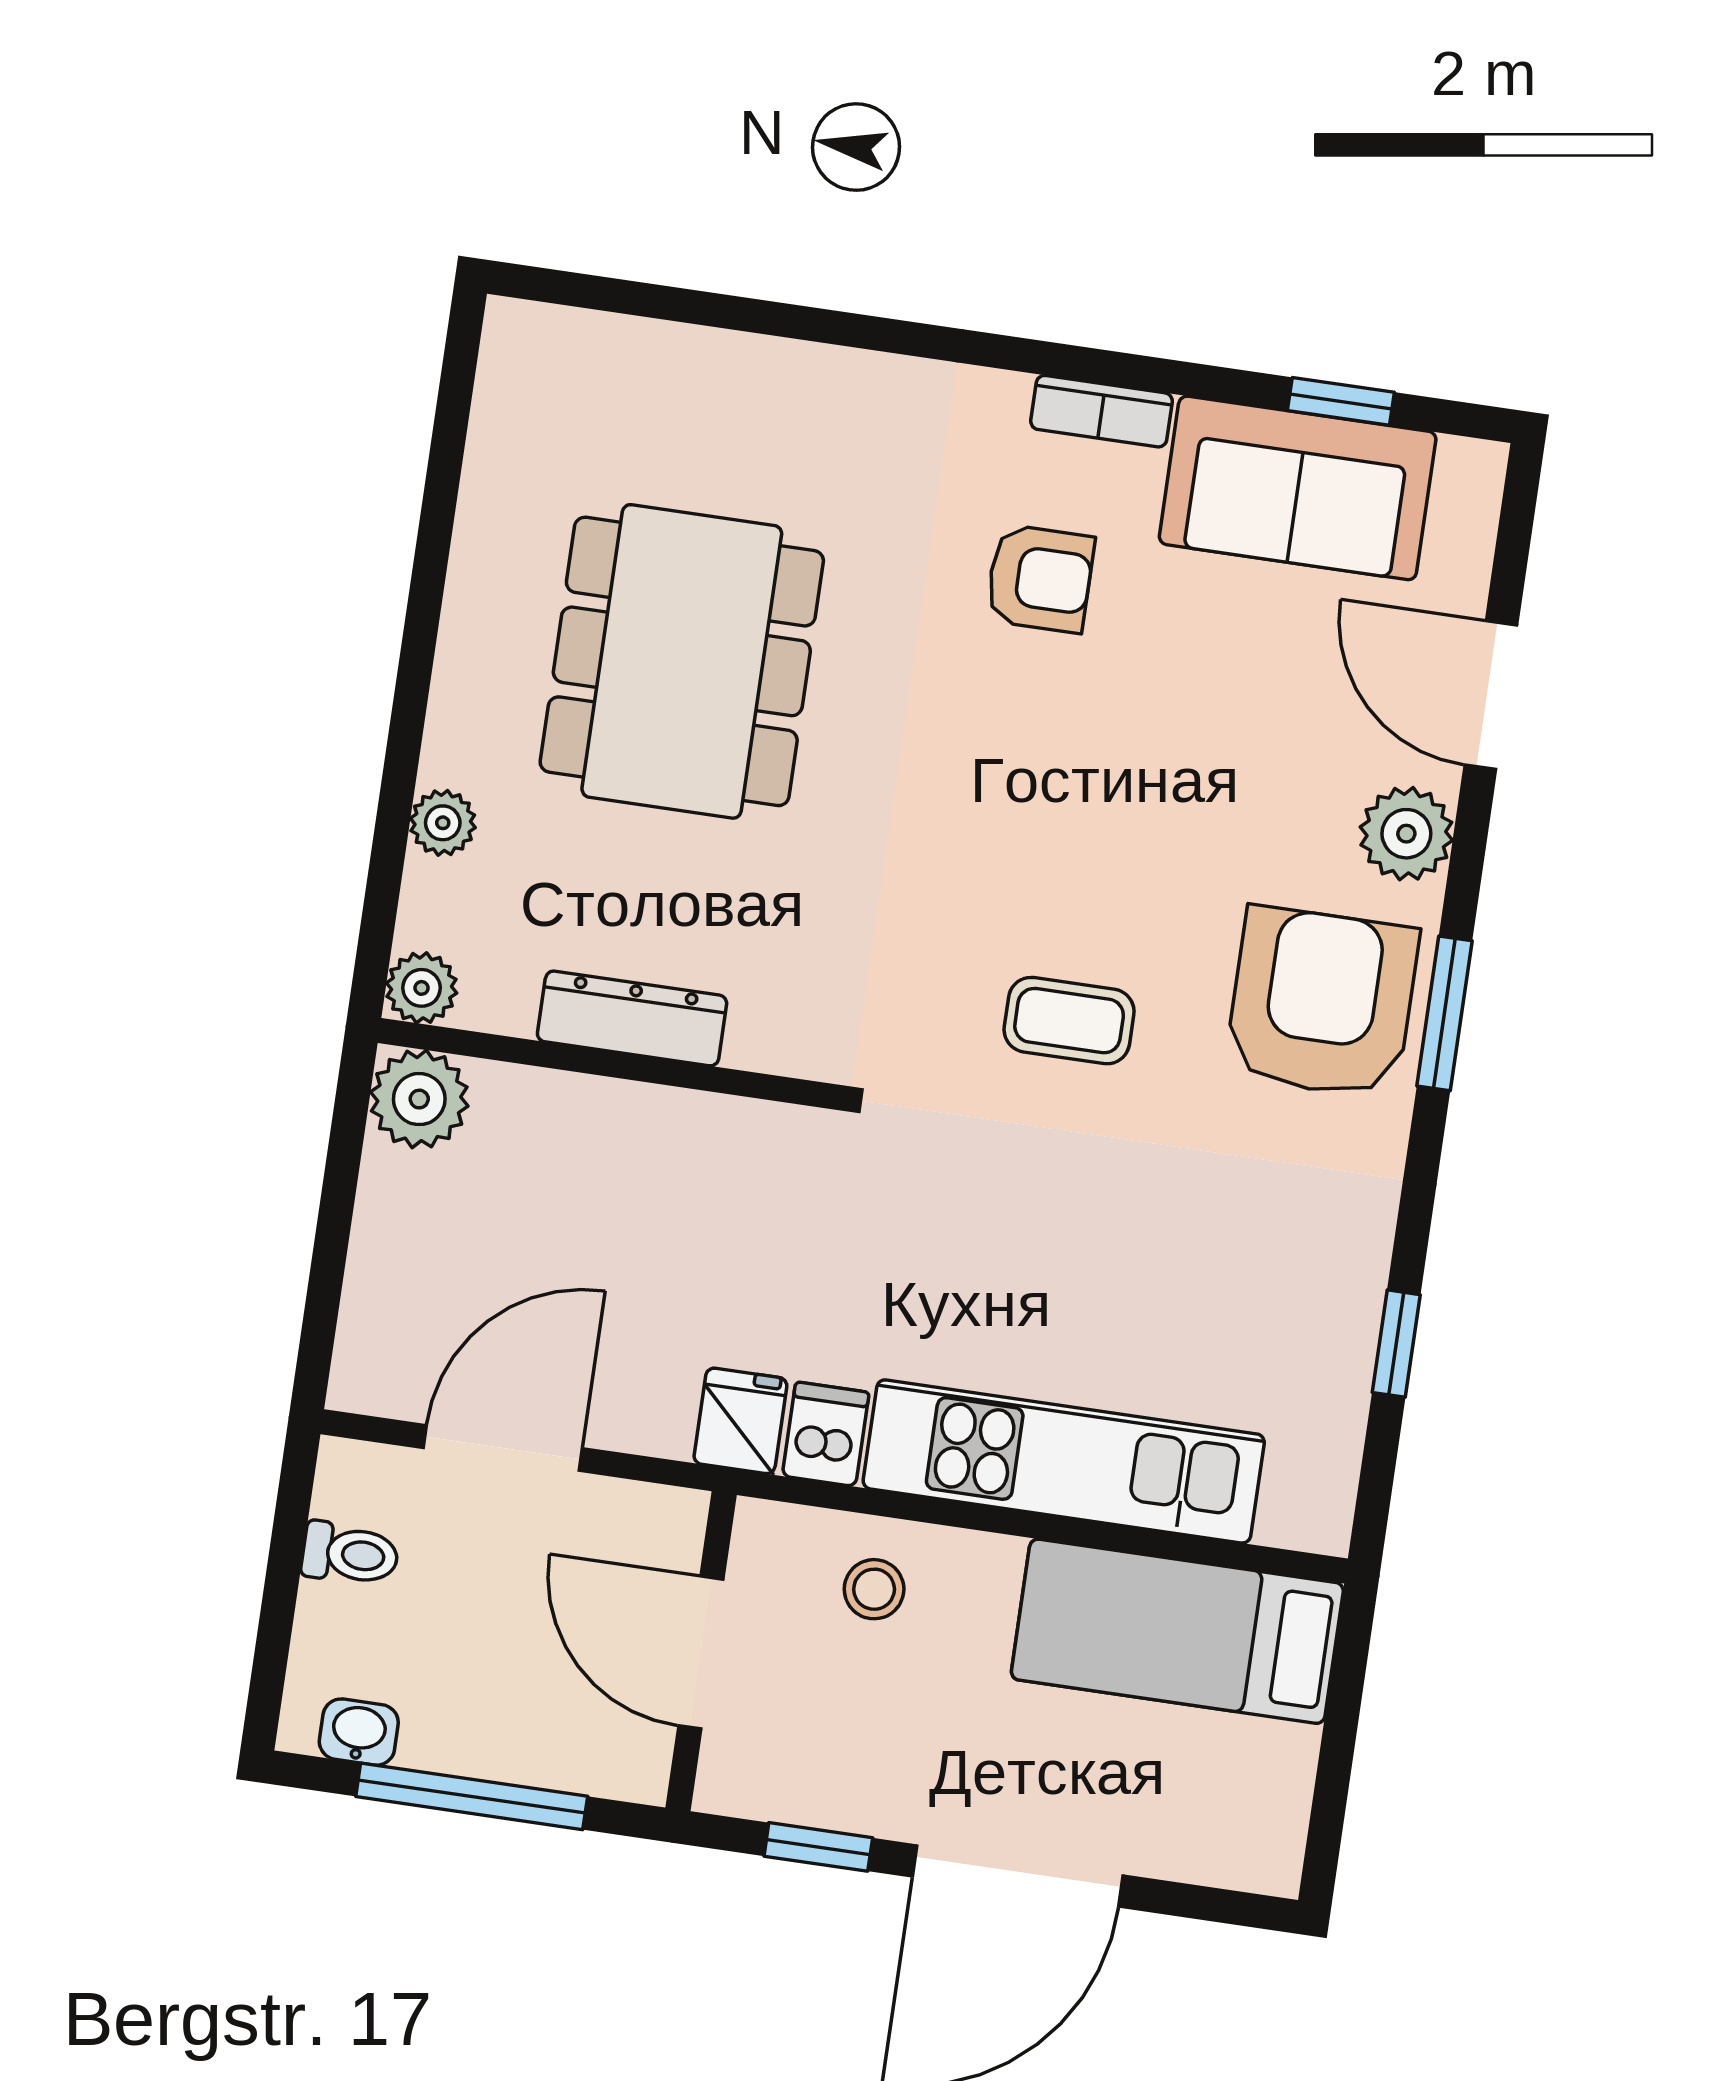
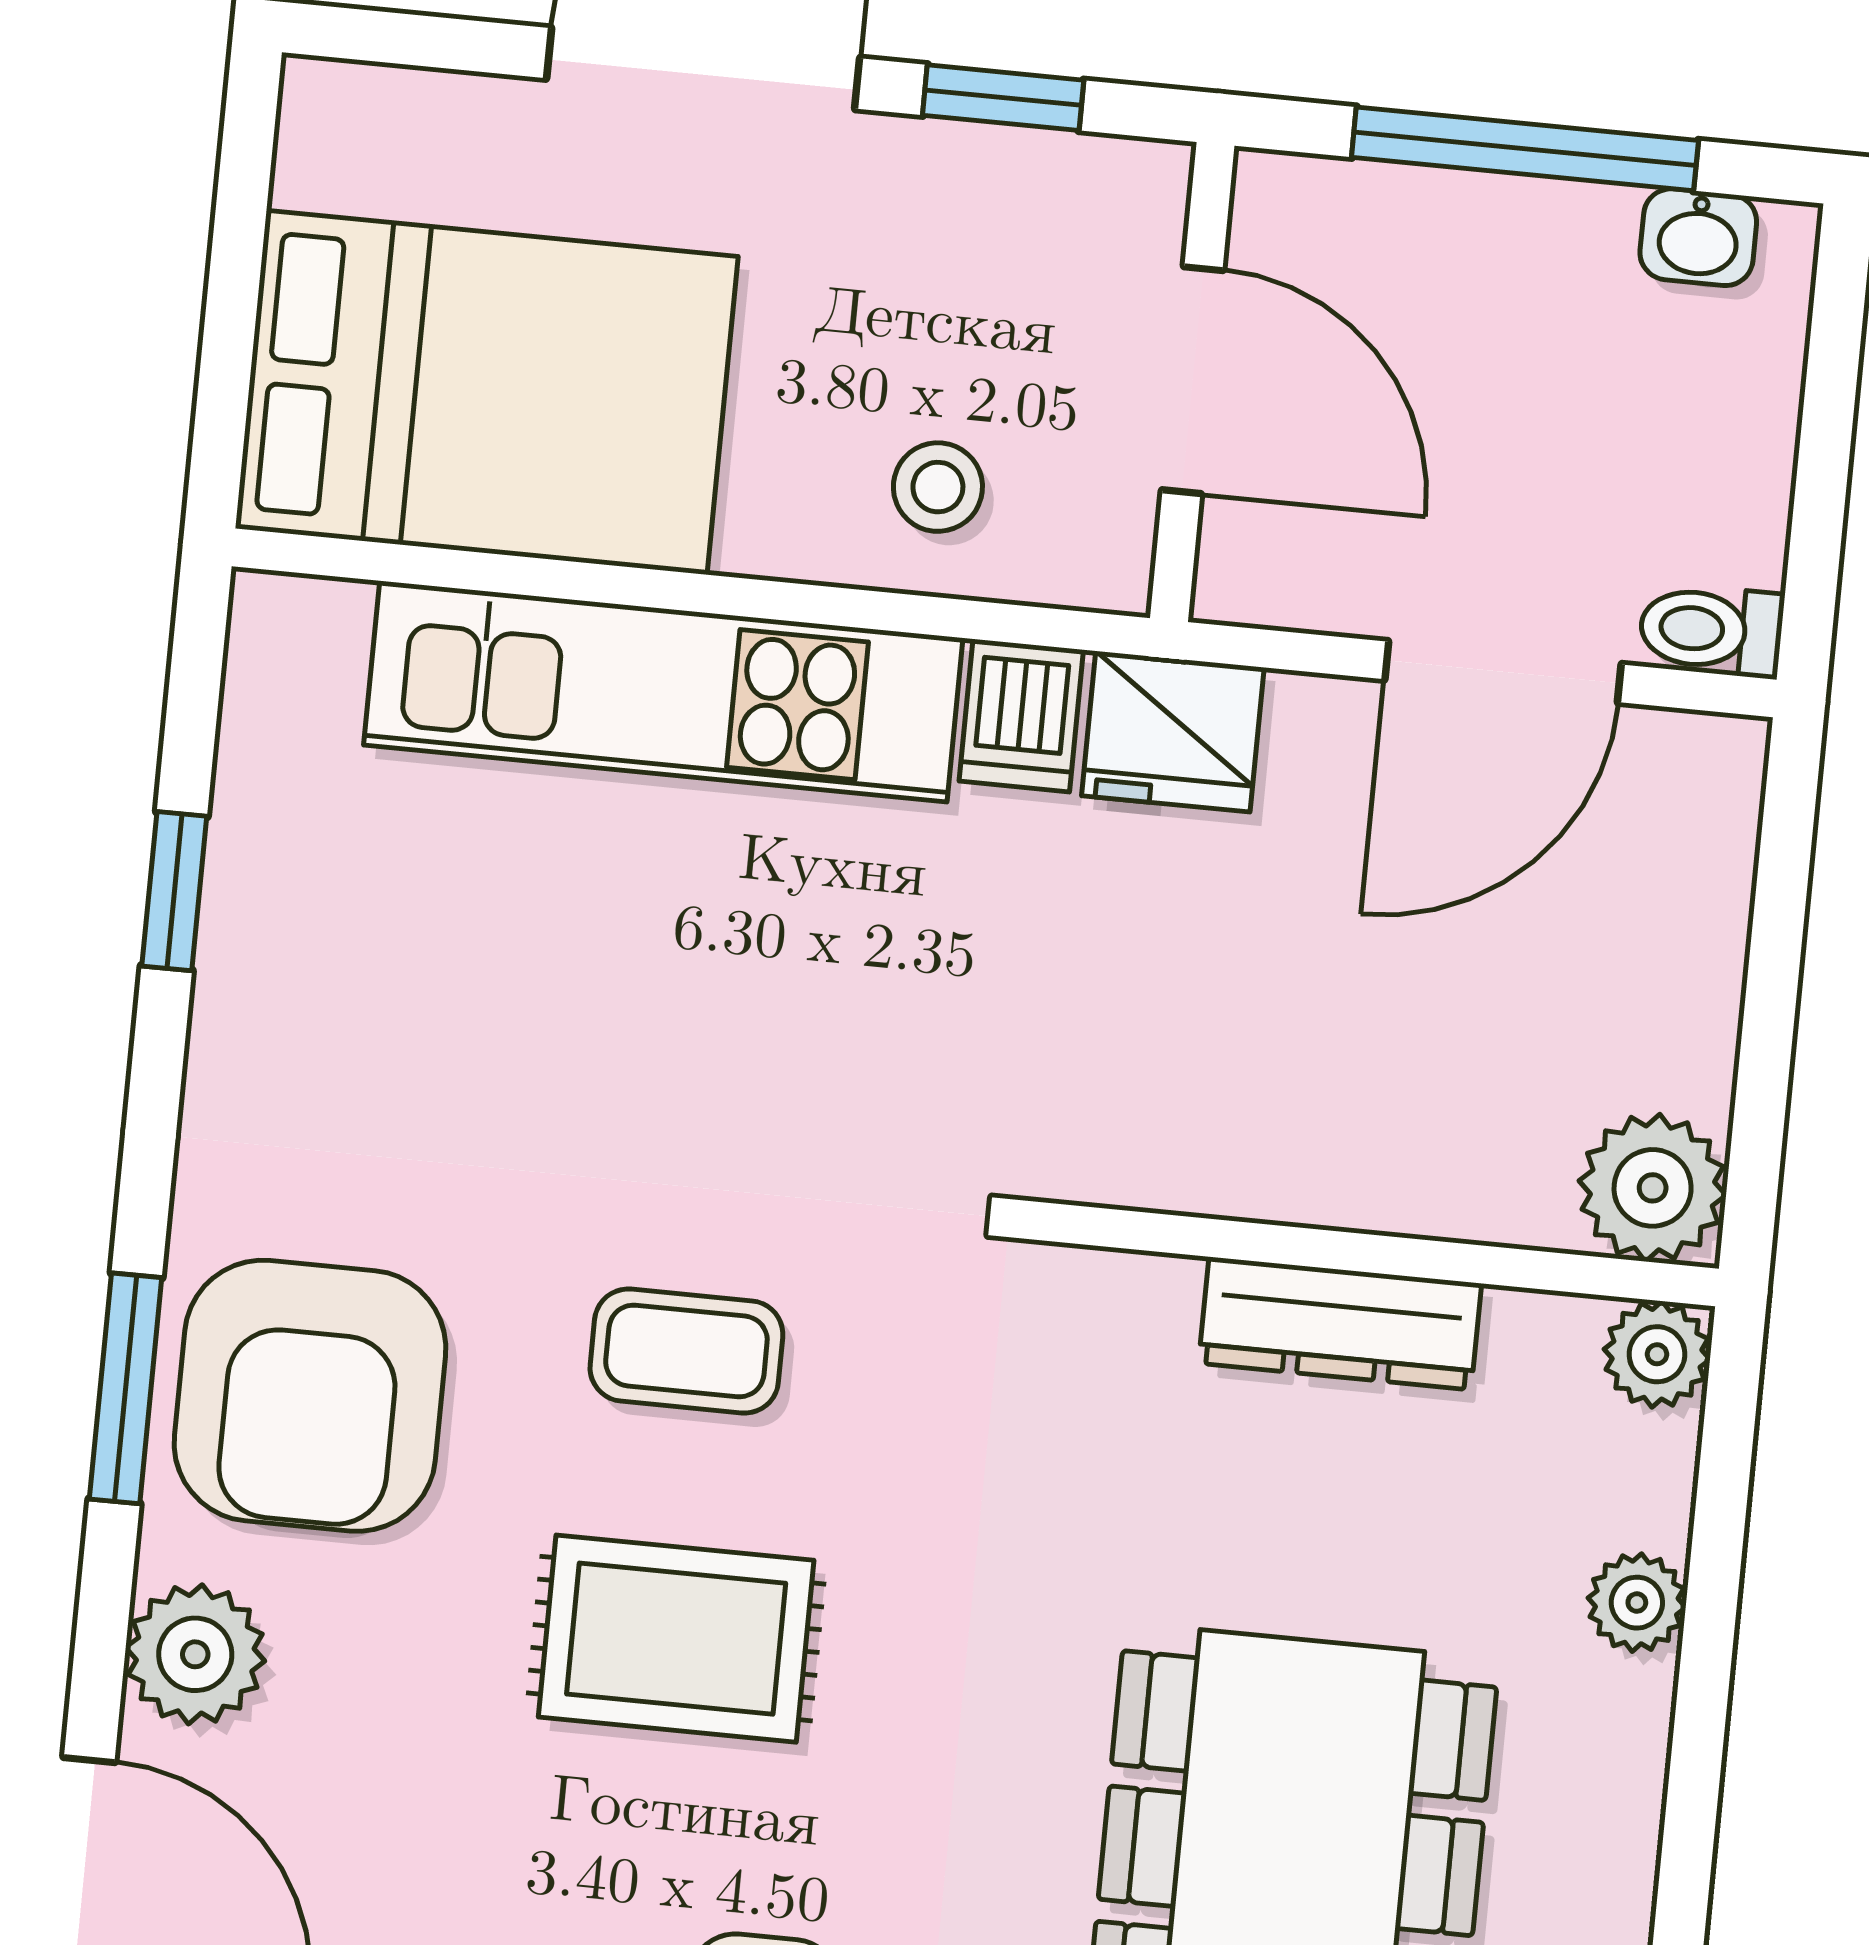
rug: (1085, 829) -> (676, 1639), added
fridge: (740, 1421) -> (1173, 732), width x1.38
toilet: (350, 1554) -> (1711, 630), moved
bed: (1177, 1631) -> (487, 392), width x1.50

